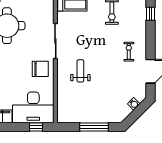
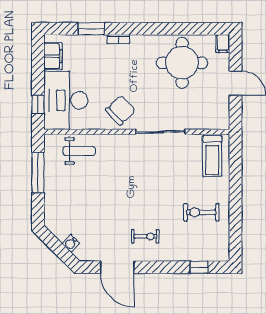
chair: (40, 69) -> (121, 110), turned -134
weight bench: (80, 71) -> (79, 151), moved
window: (94, 127) -> (38, 173), moved

